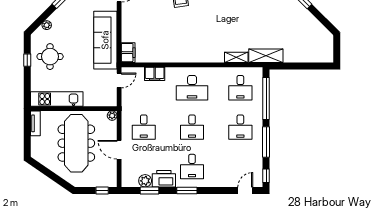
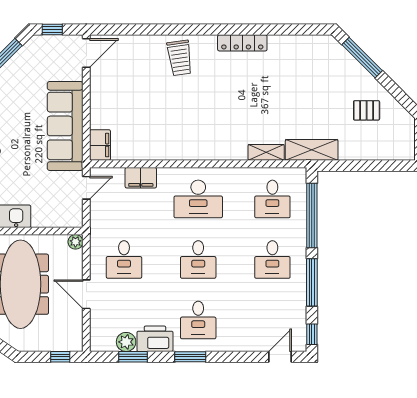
pallet: (302, 30) -> (367, 110), added

